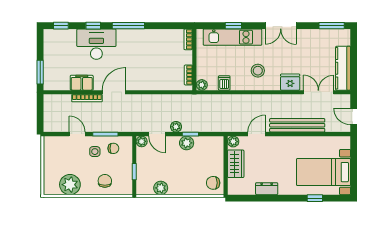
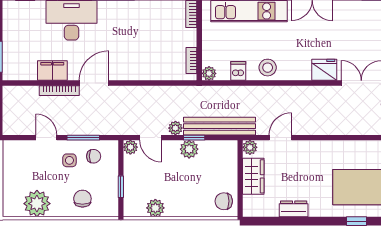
stool: (258, 71) -> (268, 68), moved
bench: (297, 125) -> (220, 126), moved

